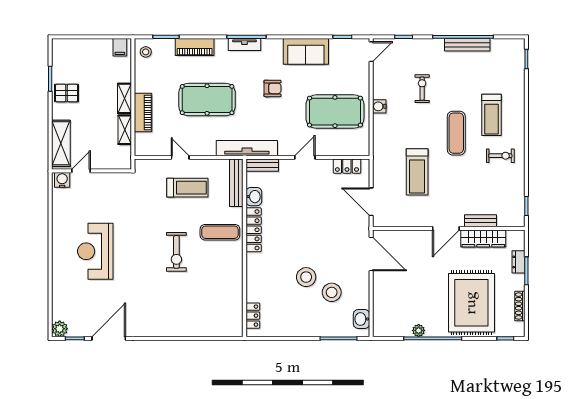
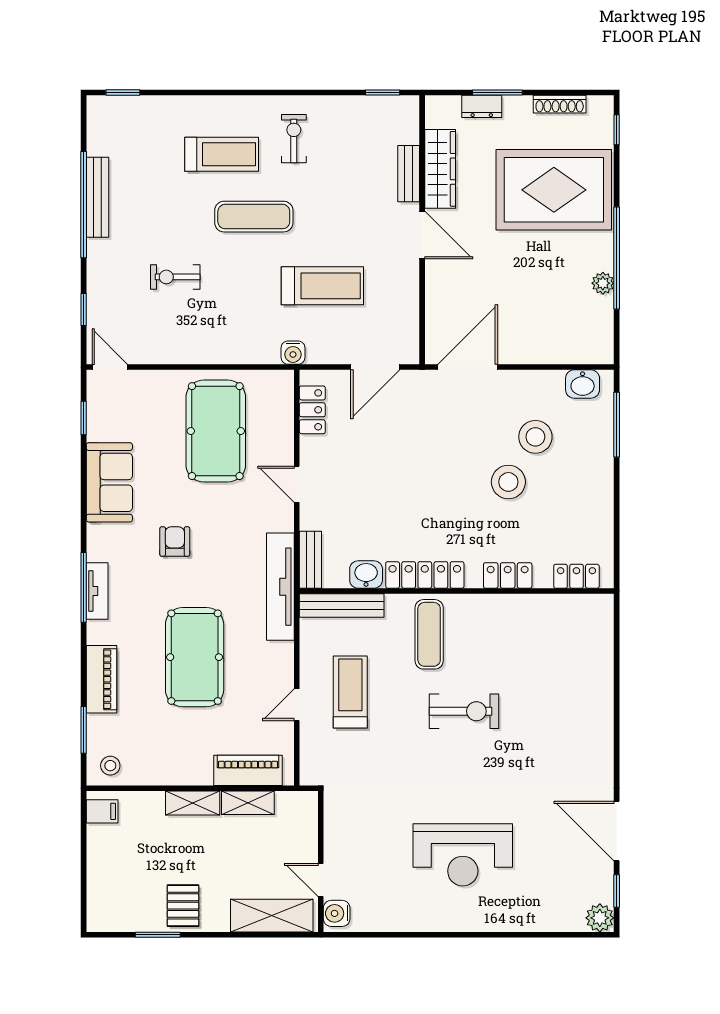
water cooler: (379, 106) -> (293, 353), moved
piano: (143, 113) -> (248, 770), moved
locker: (253, 277) -> (508, 575), added

